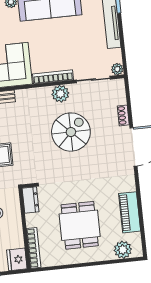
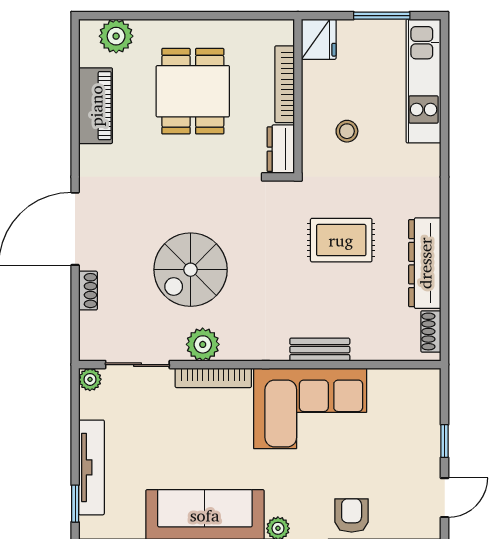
bookcase: (34, 248) -> (285, 84), moved

